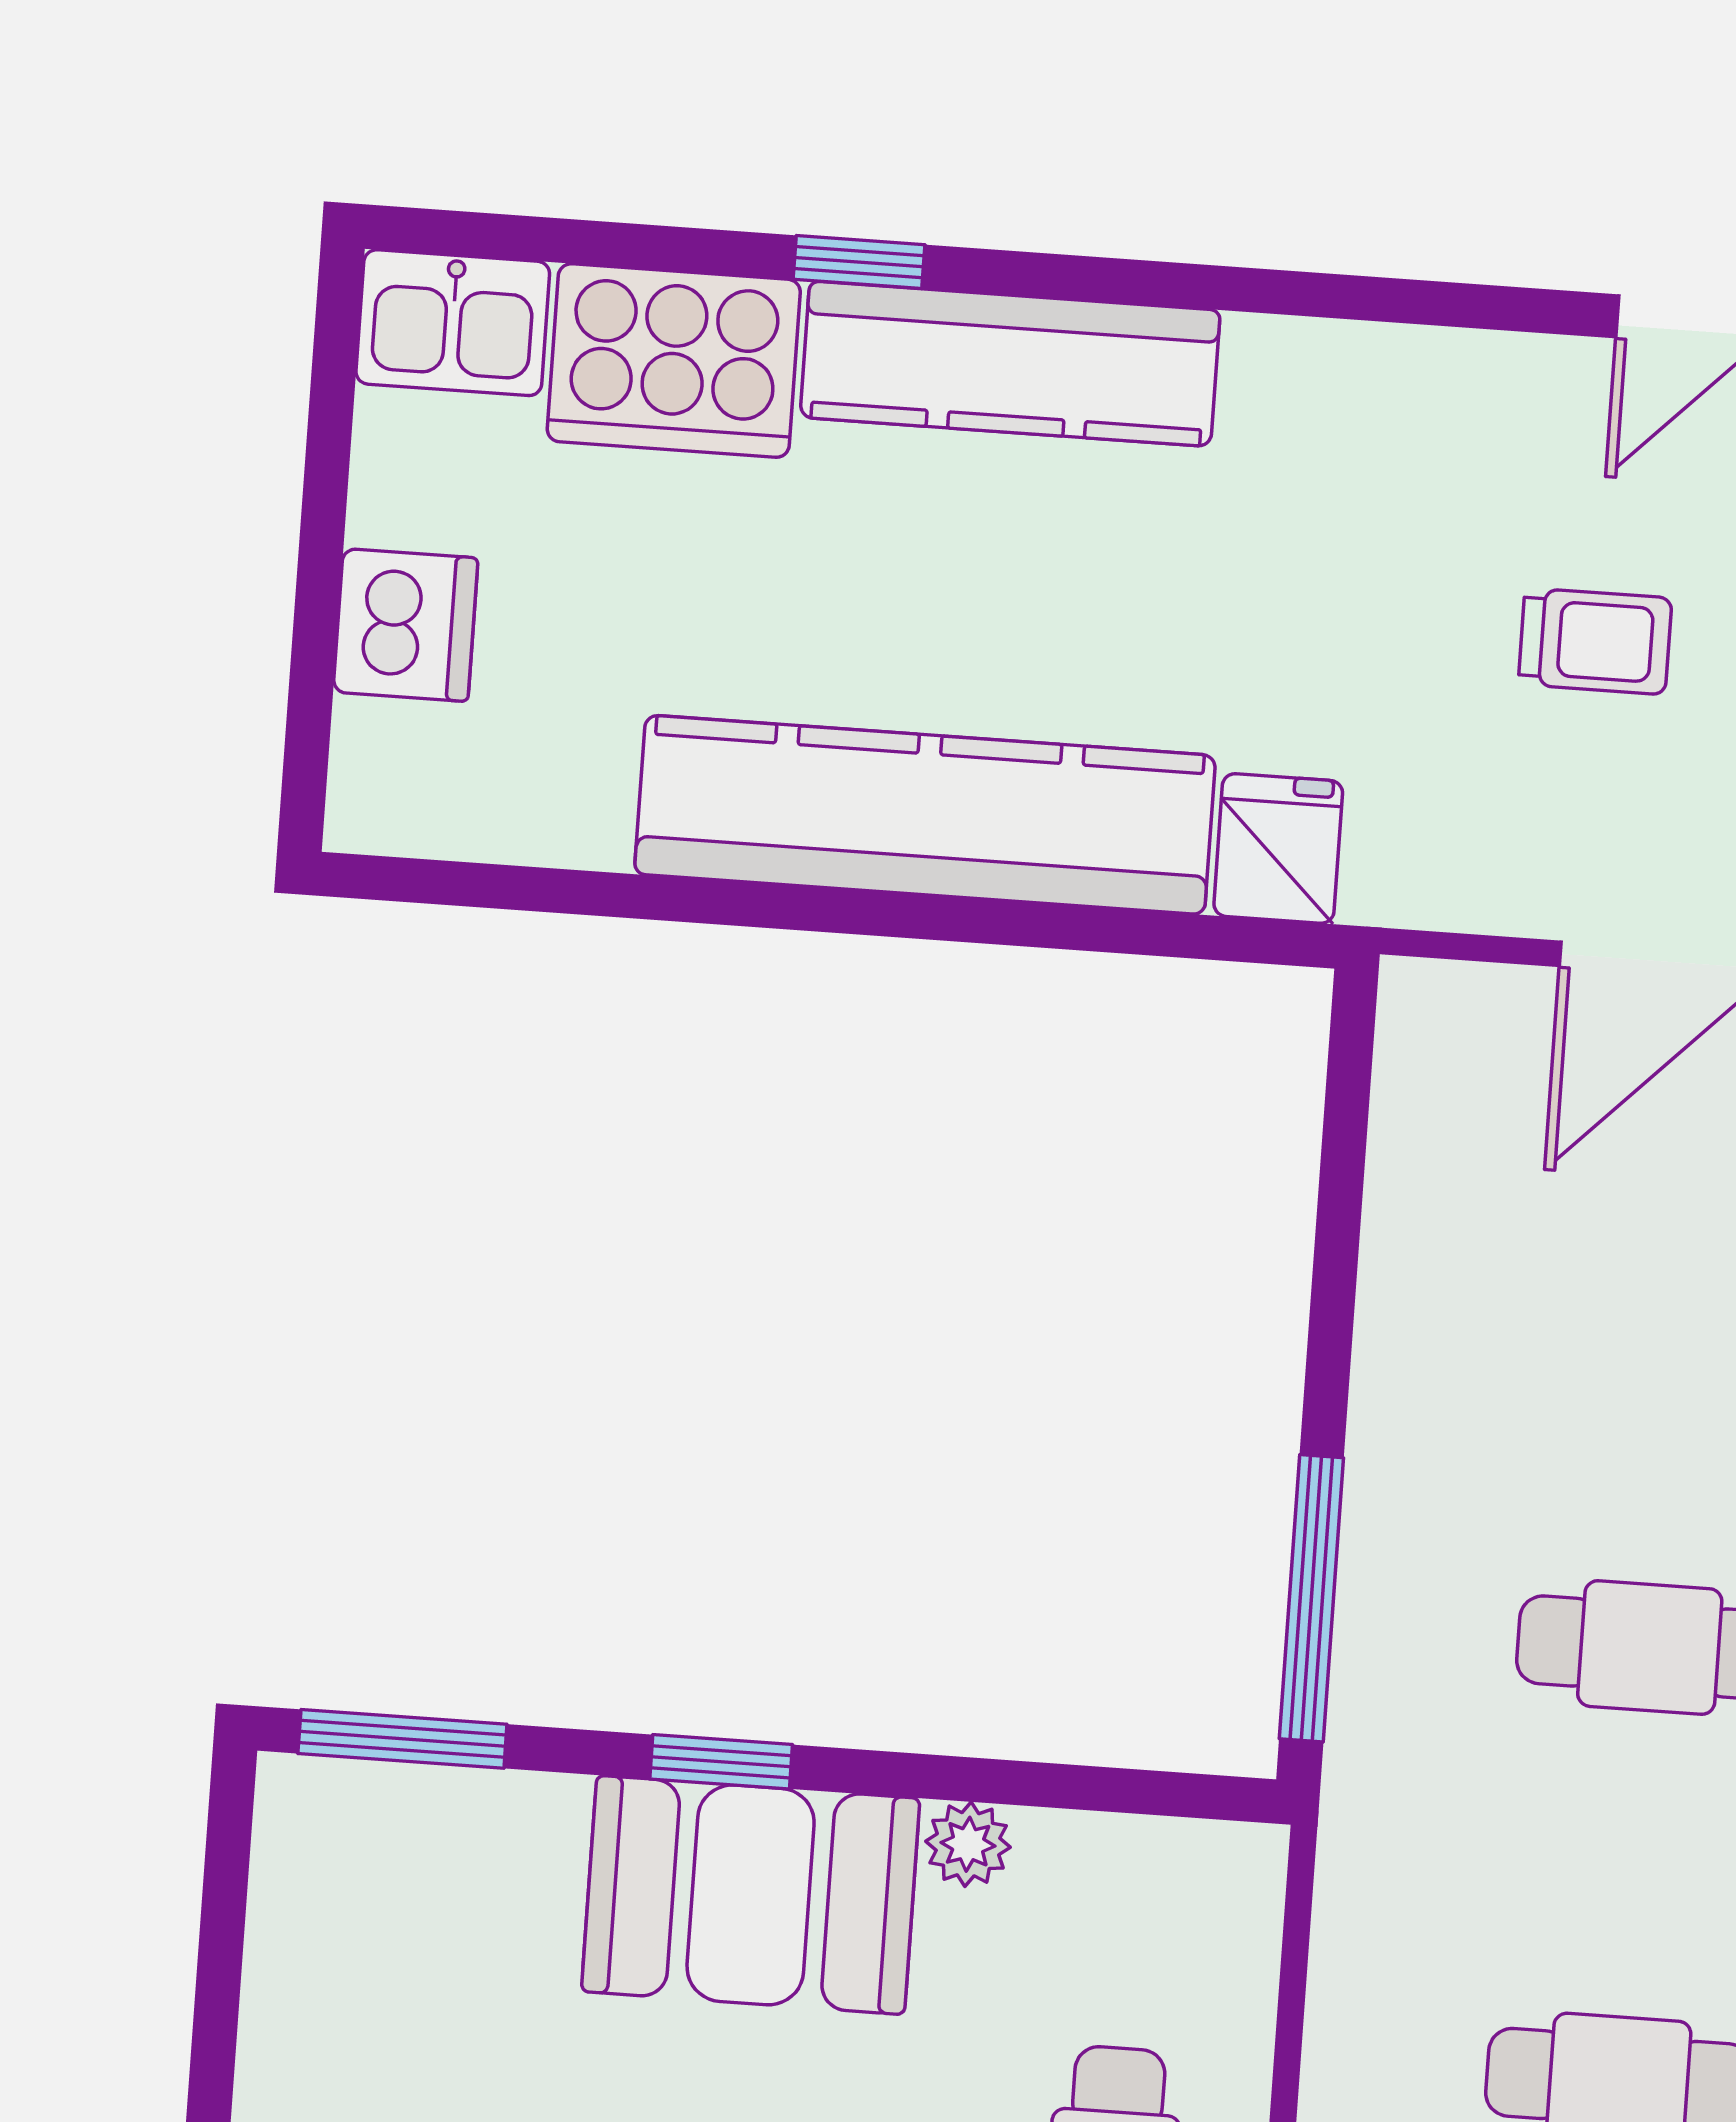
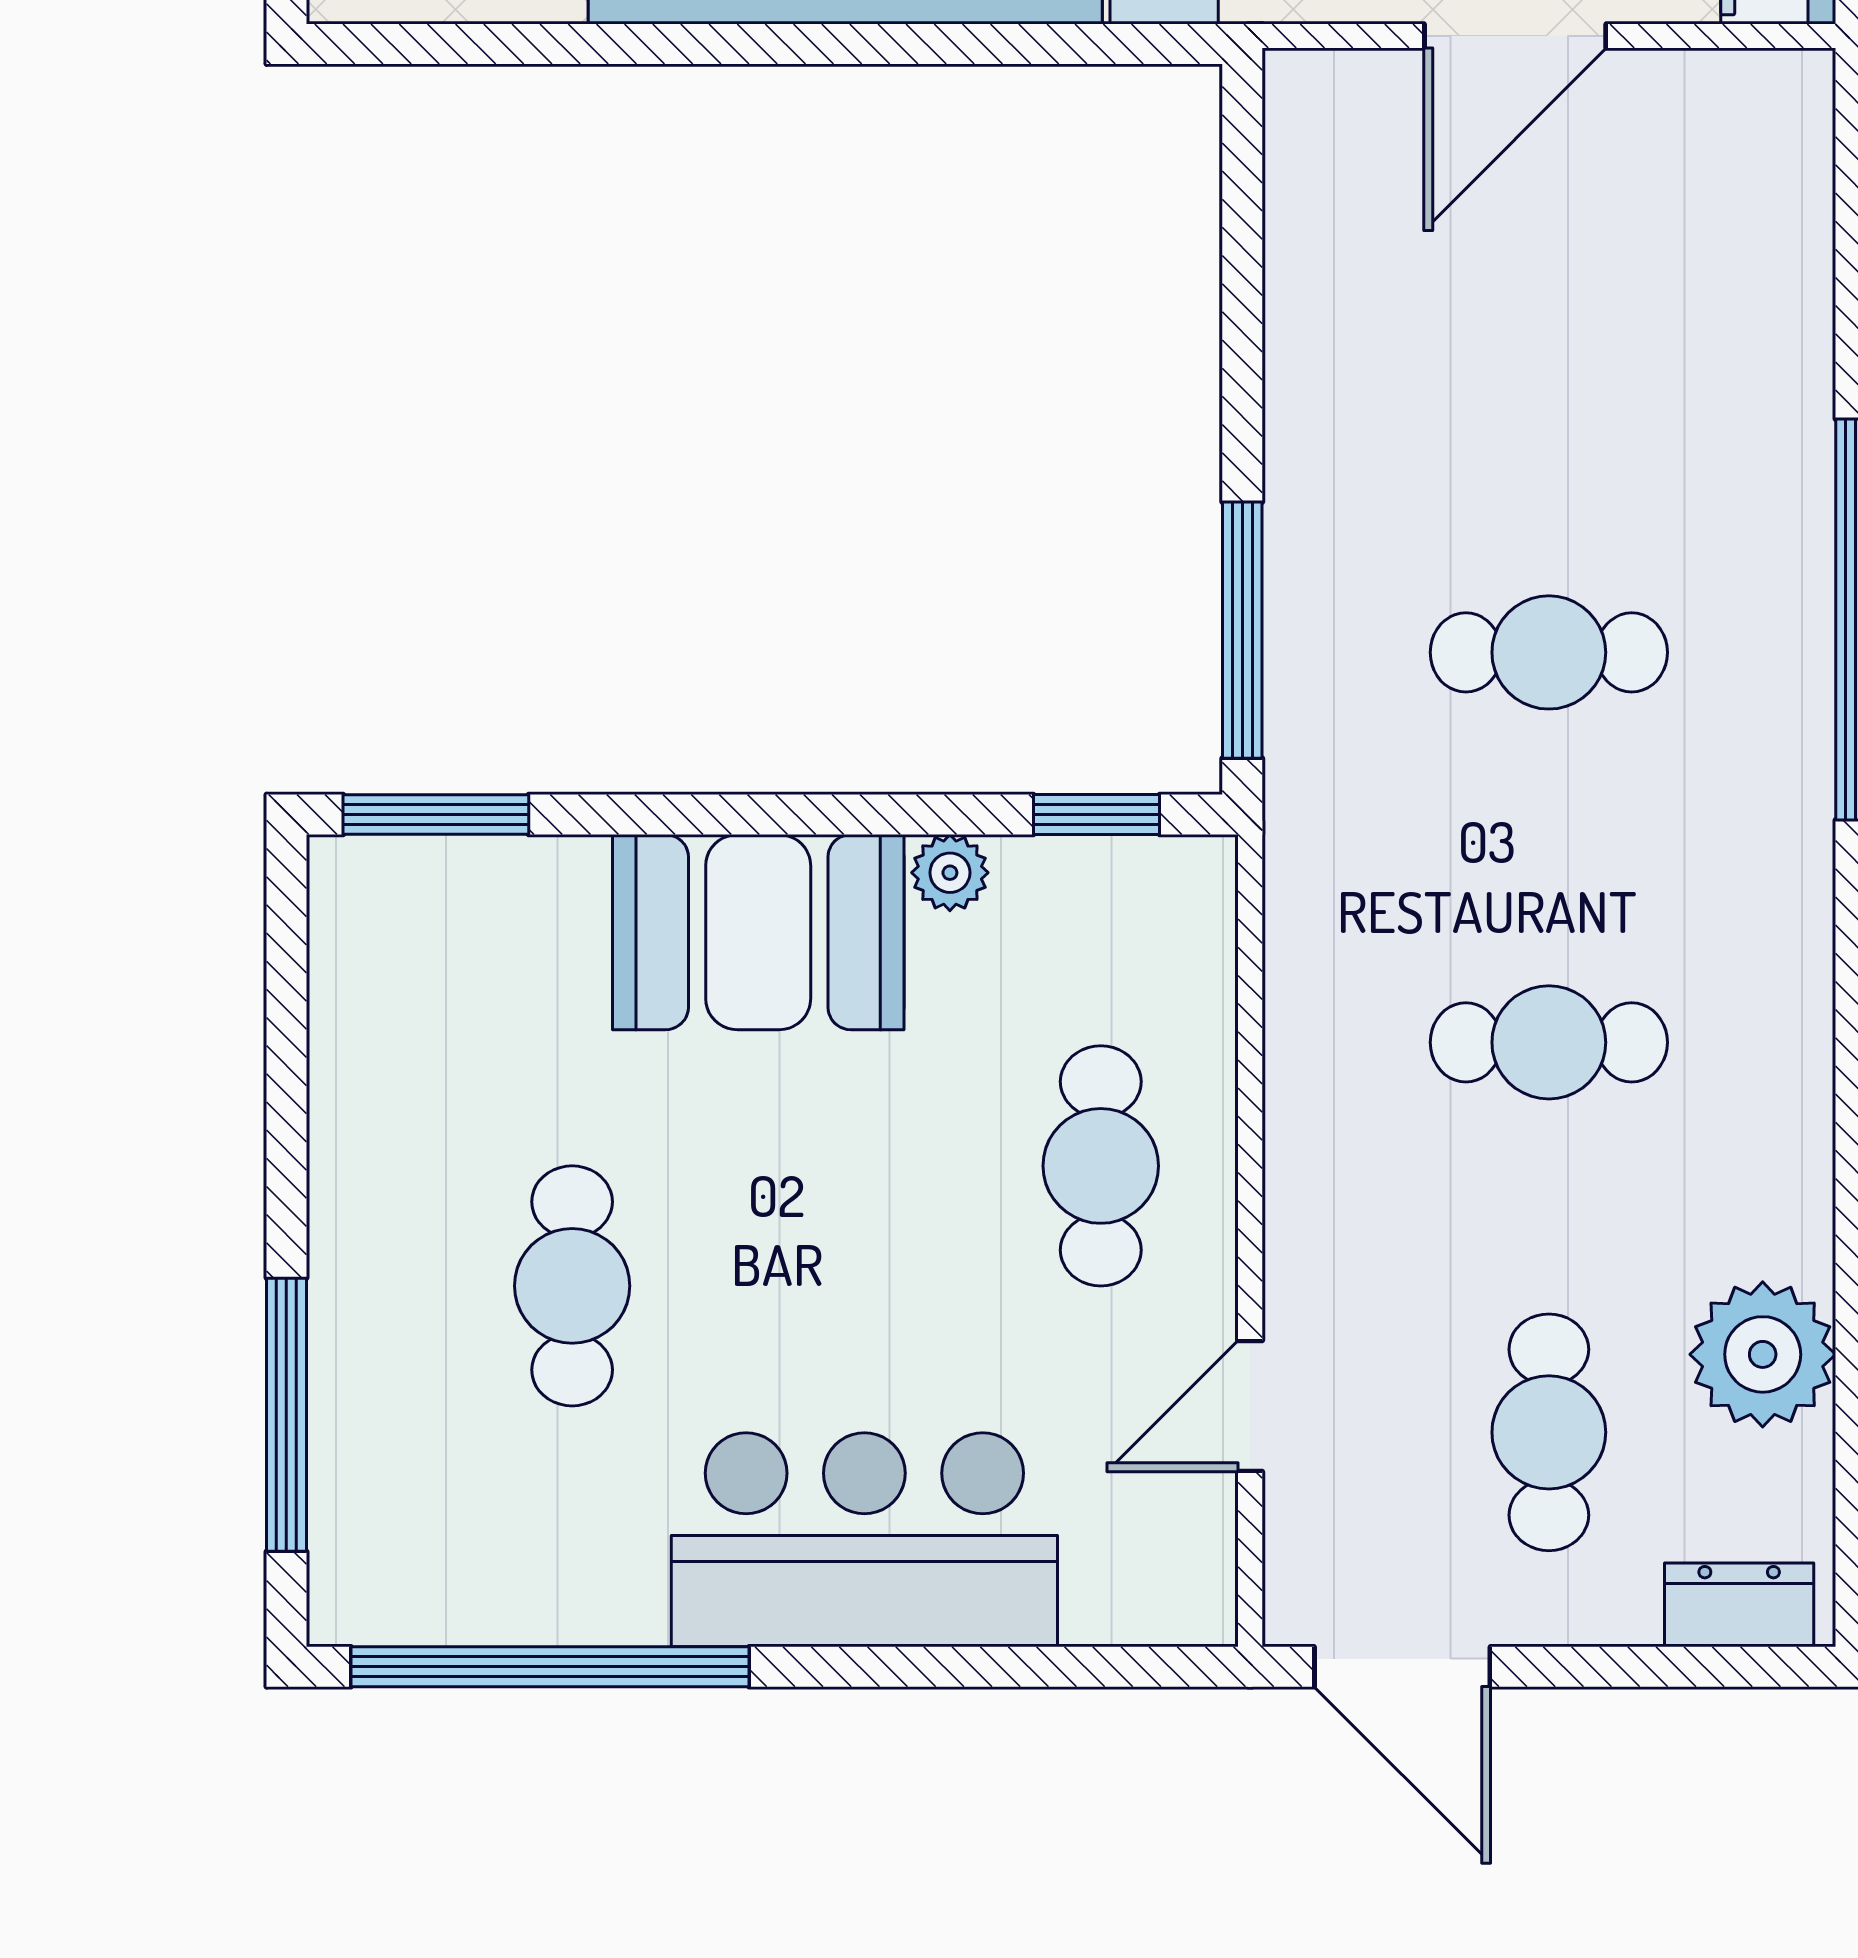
window: (721, 1762) -> (1097, 815), moved

